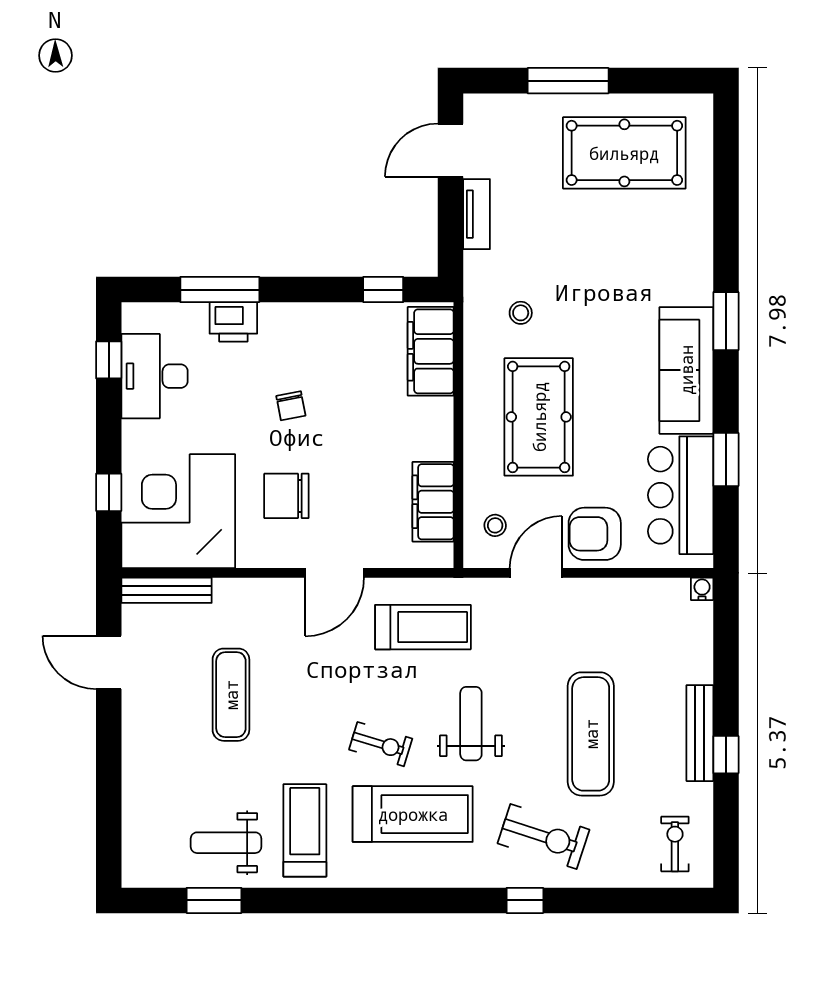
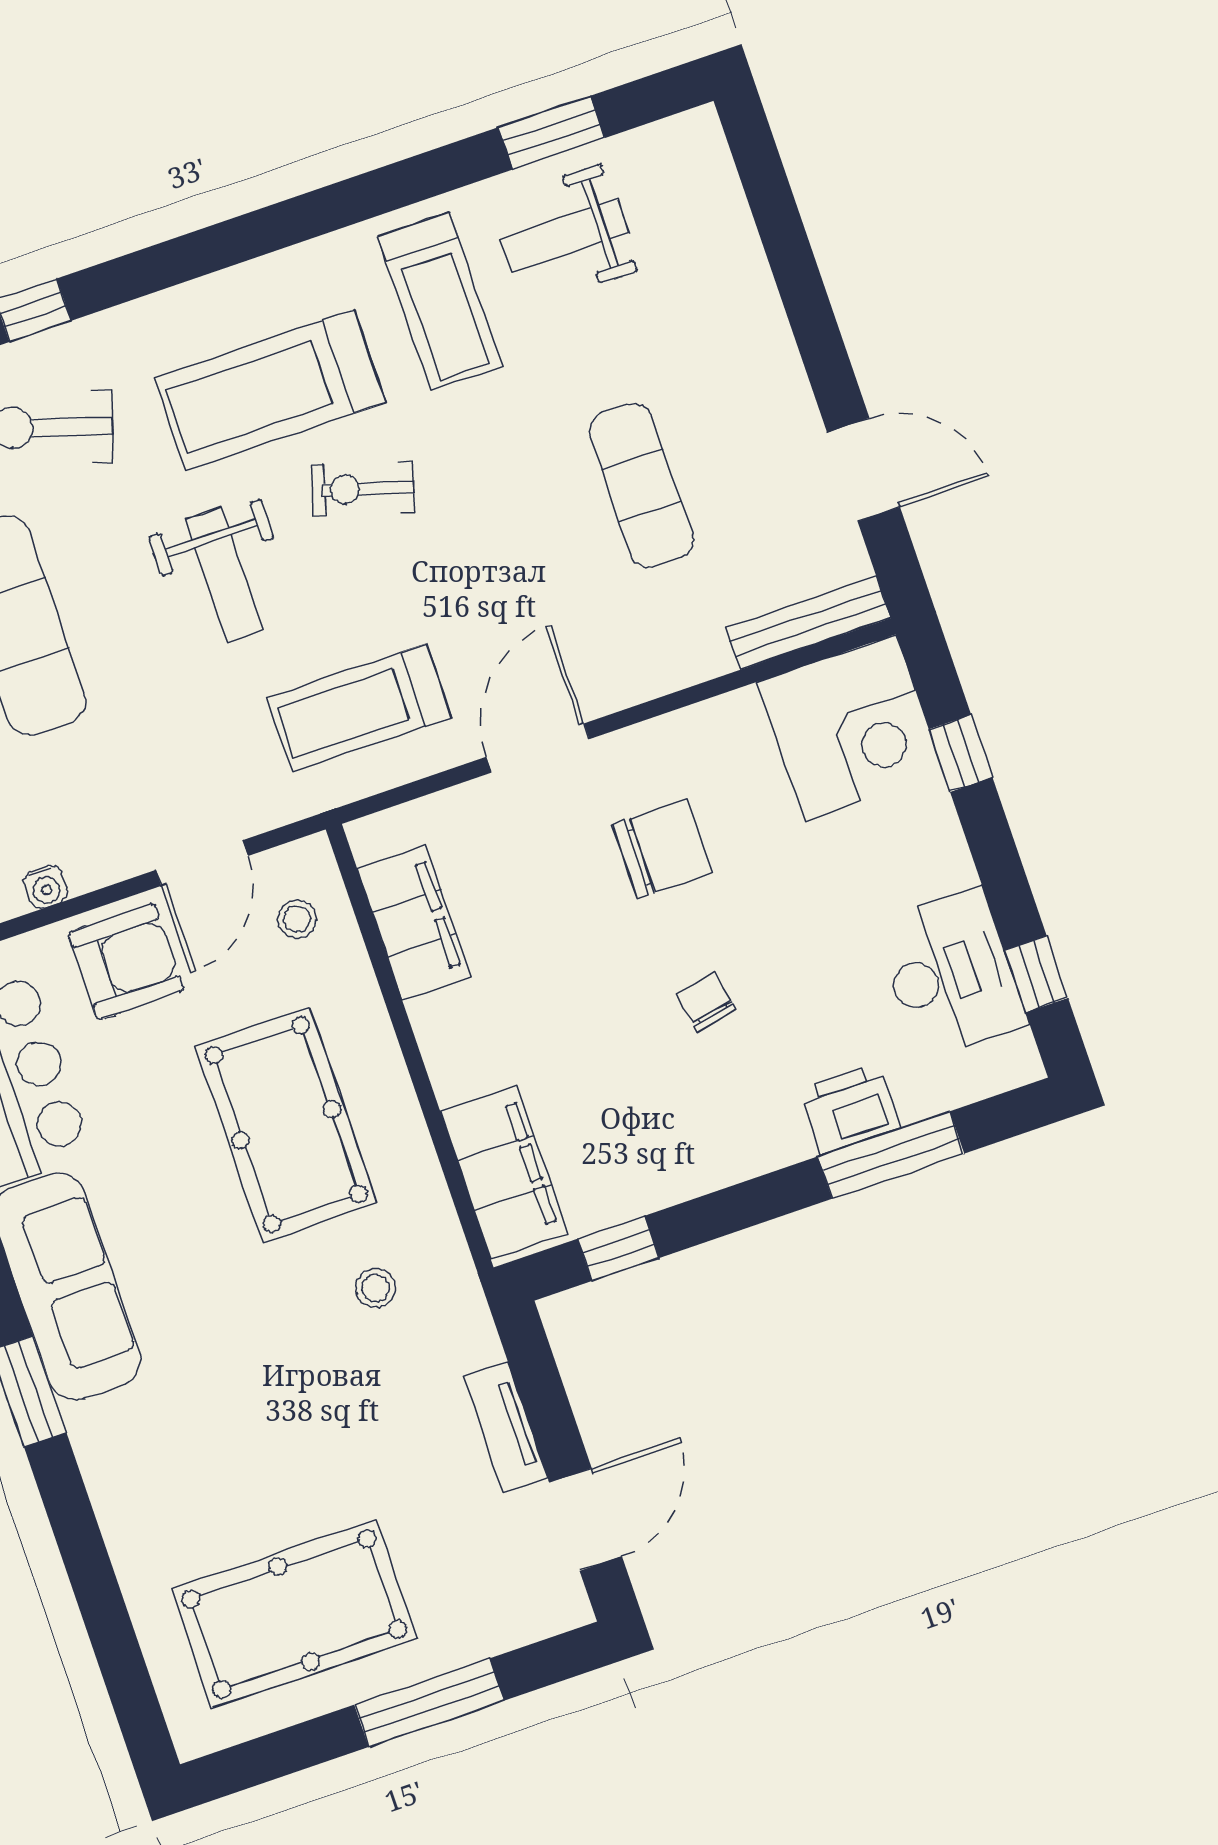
corner desk: (178, 511) -> (850, 728), width x0.74, depth x0.74
water cooler: (624, 589) -> (46, 887), added
weight bench: (226, 843) -> (565, 236), turned 180

